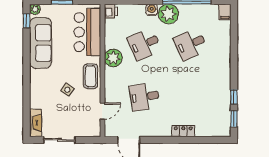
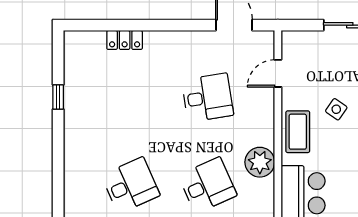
window: (234, 119) -> (58, 61), removed
locker: (183, 131) -> (125, 40), moved

